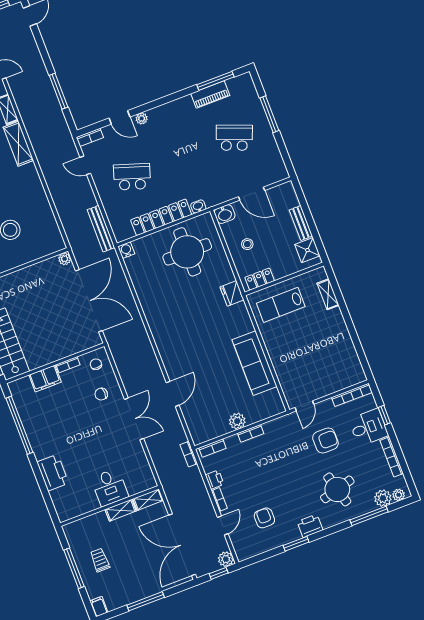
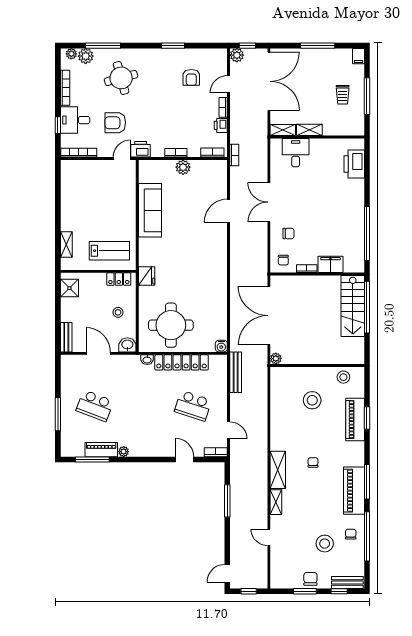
plant: (142, 118) -> (124, 452), moved
bench: (301, 223) -> (66, 337), moved
printer: (53, 473) -> (354, 164), moved
desk: (110, 487) -> (296, 153), moved
printer: (310, 526) -> (141, 149), moved, turned 180

